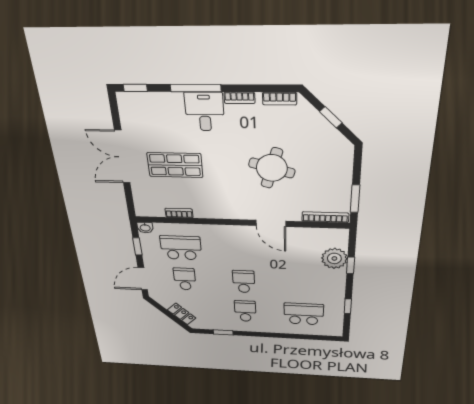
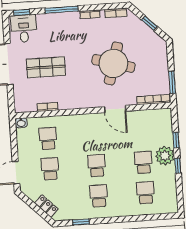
desk: (205, 112) -> (24, 28), moved
round table: (272, 168) -> (113, 63), width x1.36, depth x1.36
window: (137, 247) -> (14, 141), removed
school desk: (181, 248) -> (48, 138), width x0.54
plant: (334, 258) -> (165, 156), moved
school desk: (304, 284) -> (143, 162), added
window: (348, 306) -> (178, 166), moved
school desk: (304, 314) -> (145, 193), width x0.54

